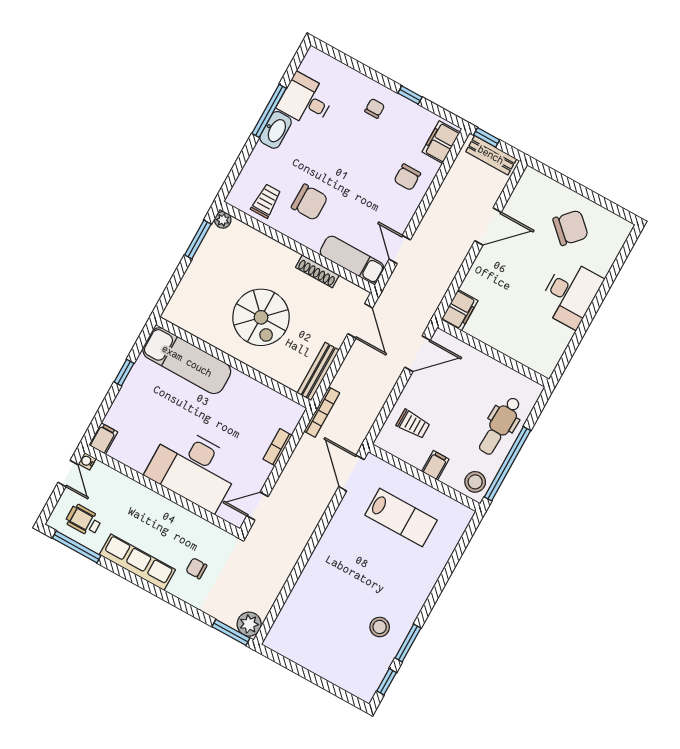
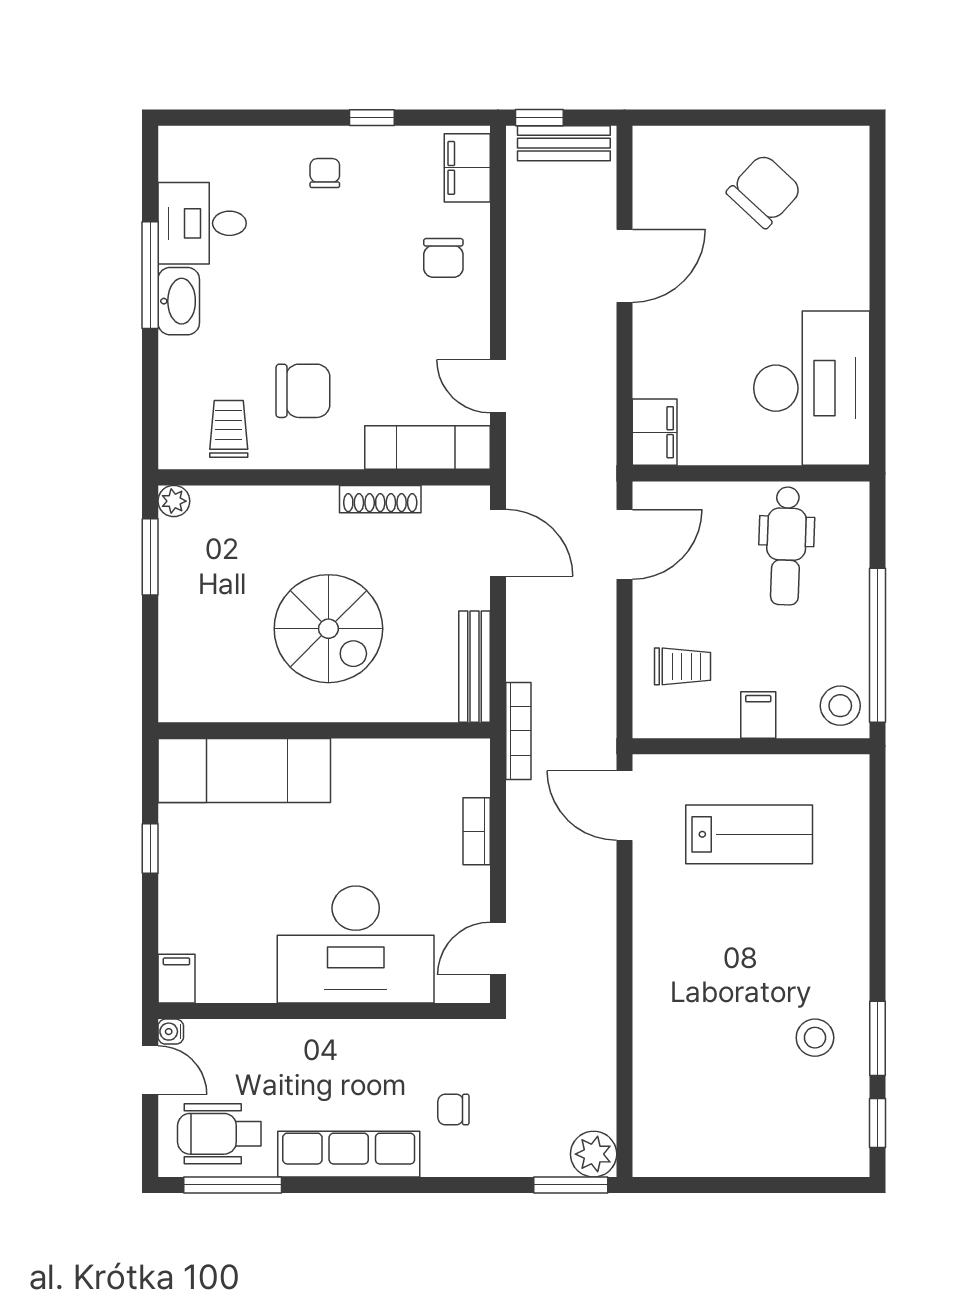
desk: (570, 294) -> (812, 388), moved, width x1.36, depth x1.30
dental chair: (500, 426) -> (786, 546), moved
wheelchair: (84, 520) -> (219, 1134), width x1.36, depth x1.37

